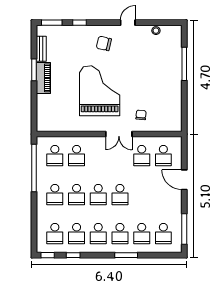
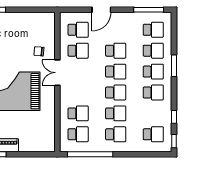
double door: (119, 134) -> (57, 73), swing flipped
school desk: (77, 234) -> (116, 51), moved

